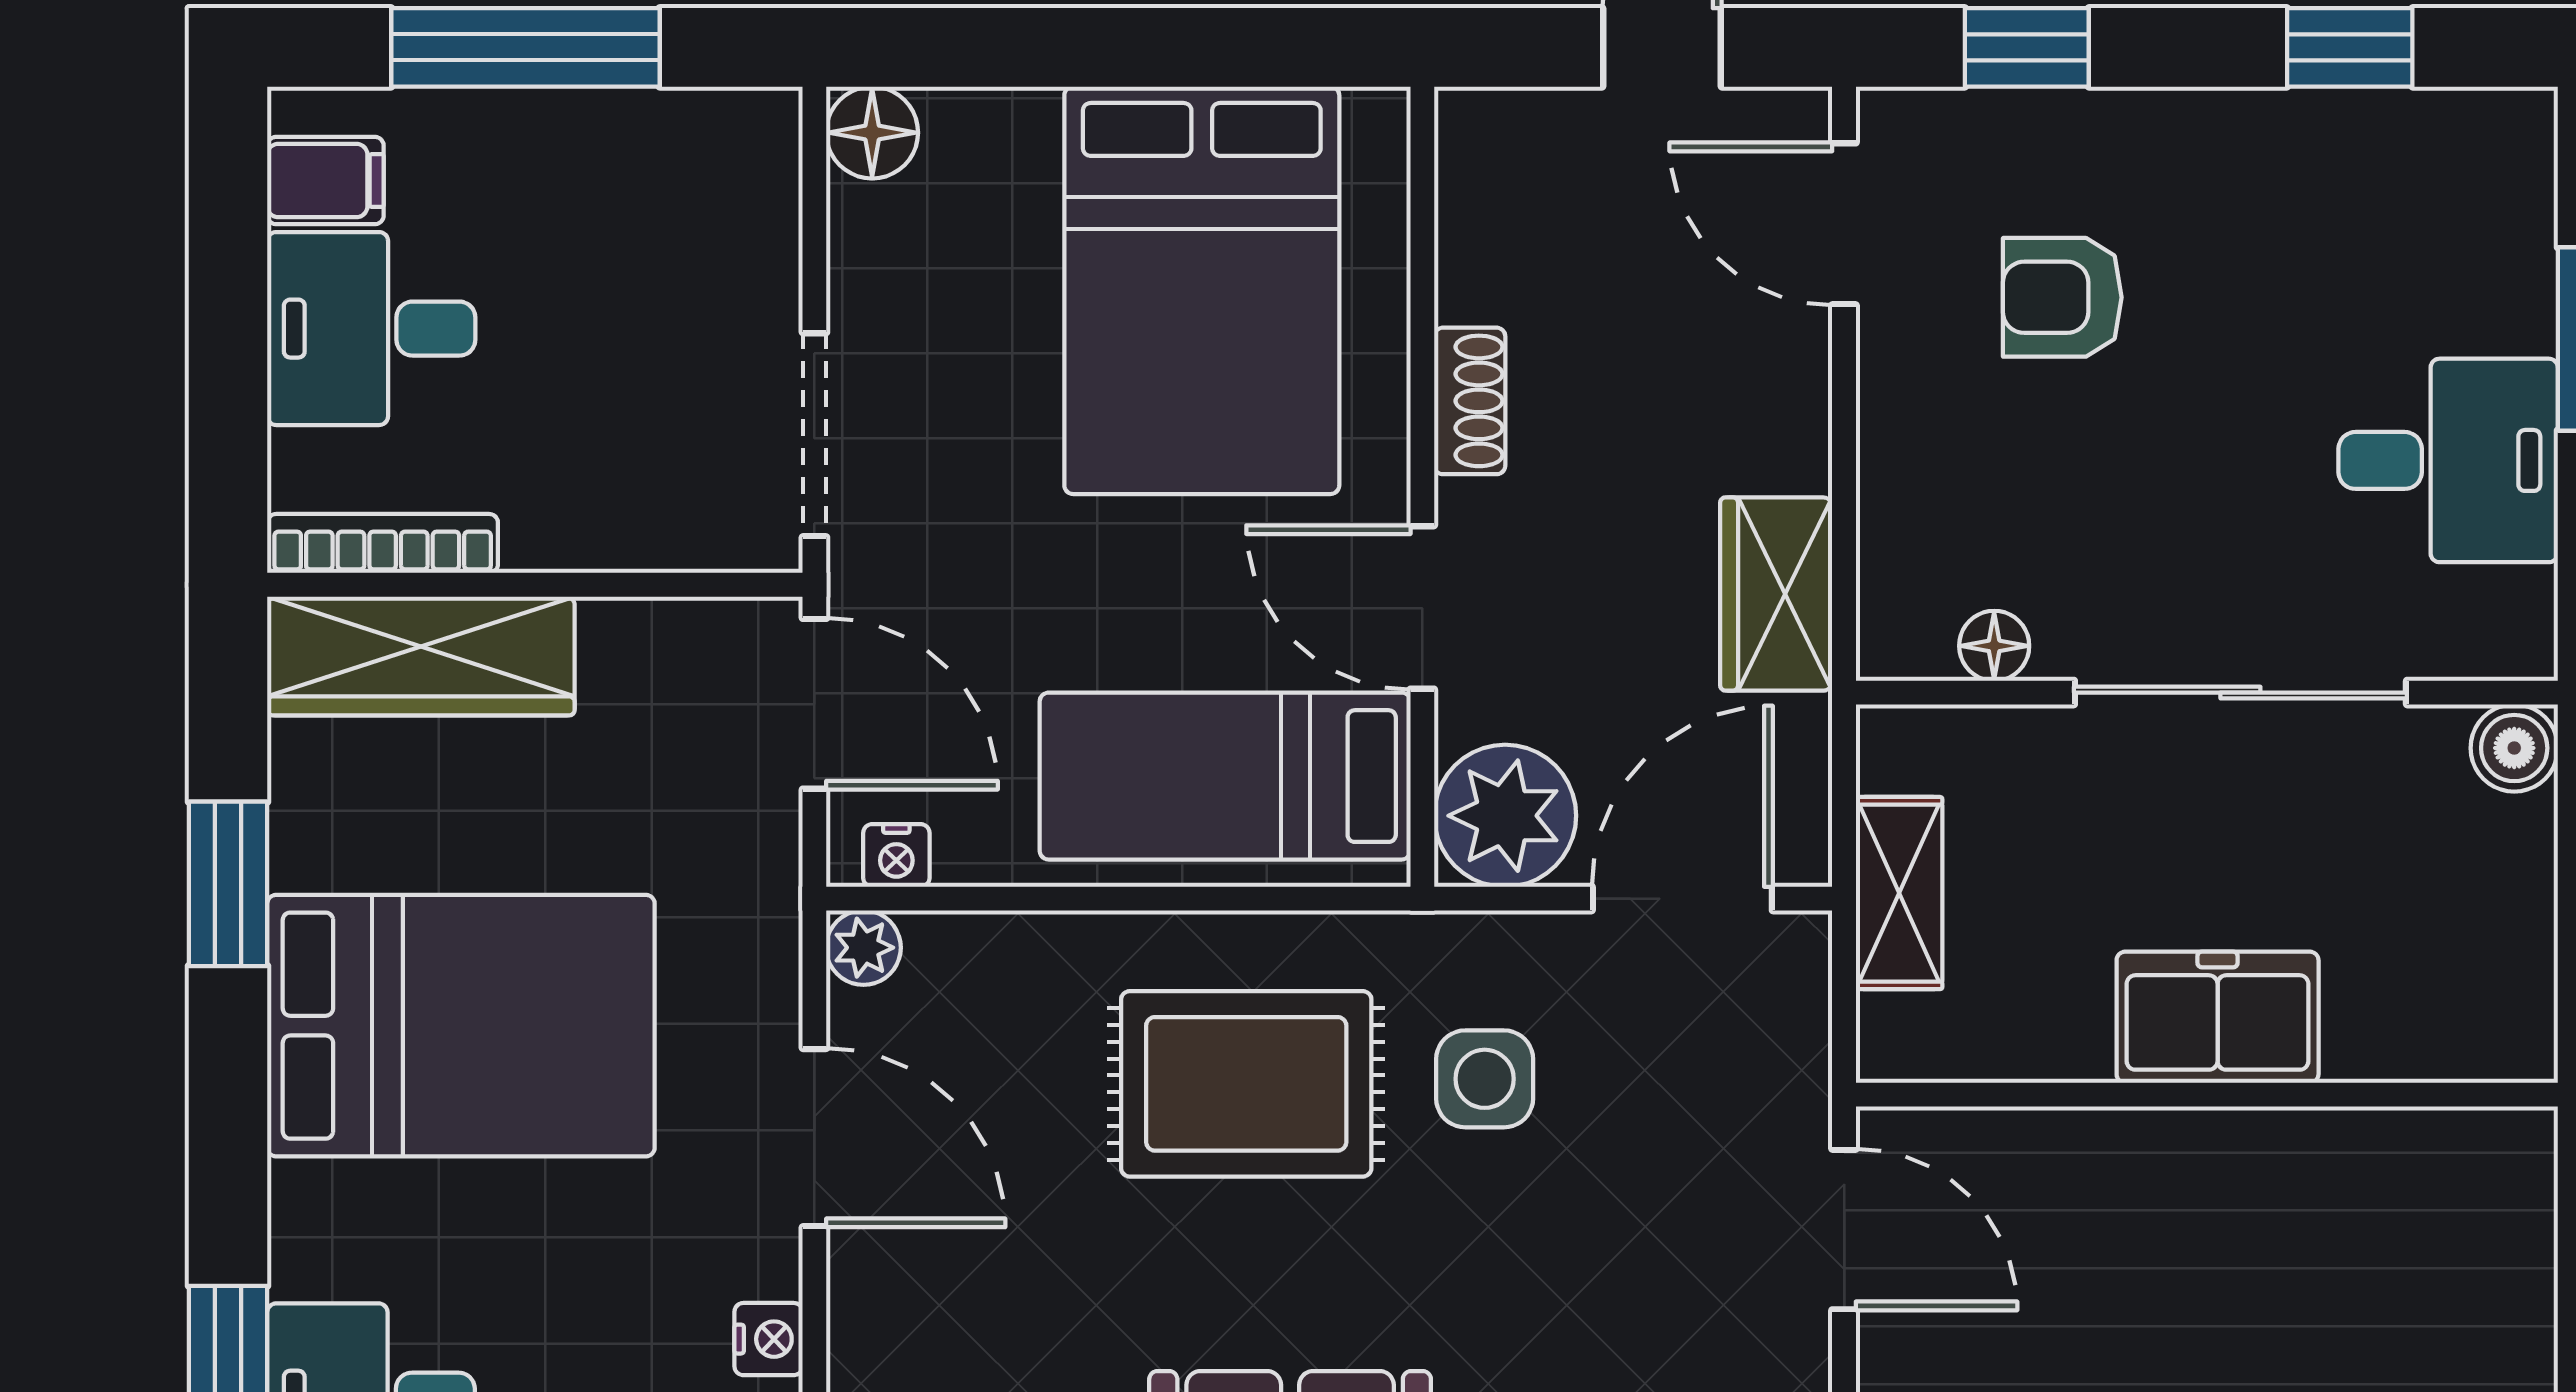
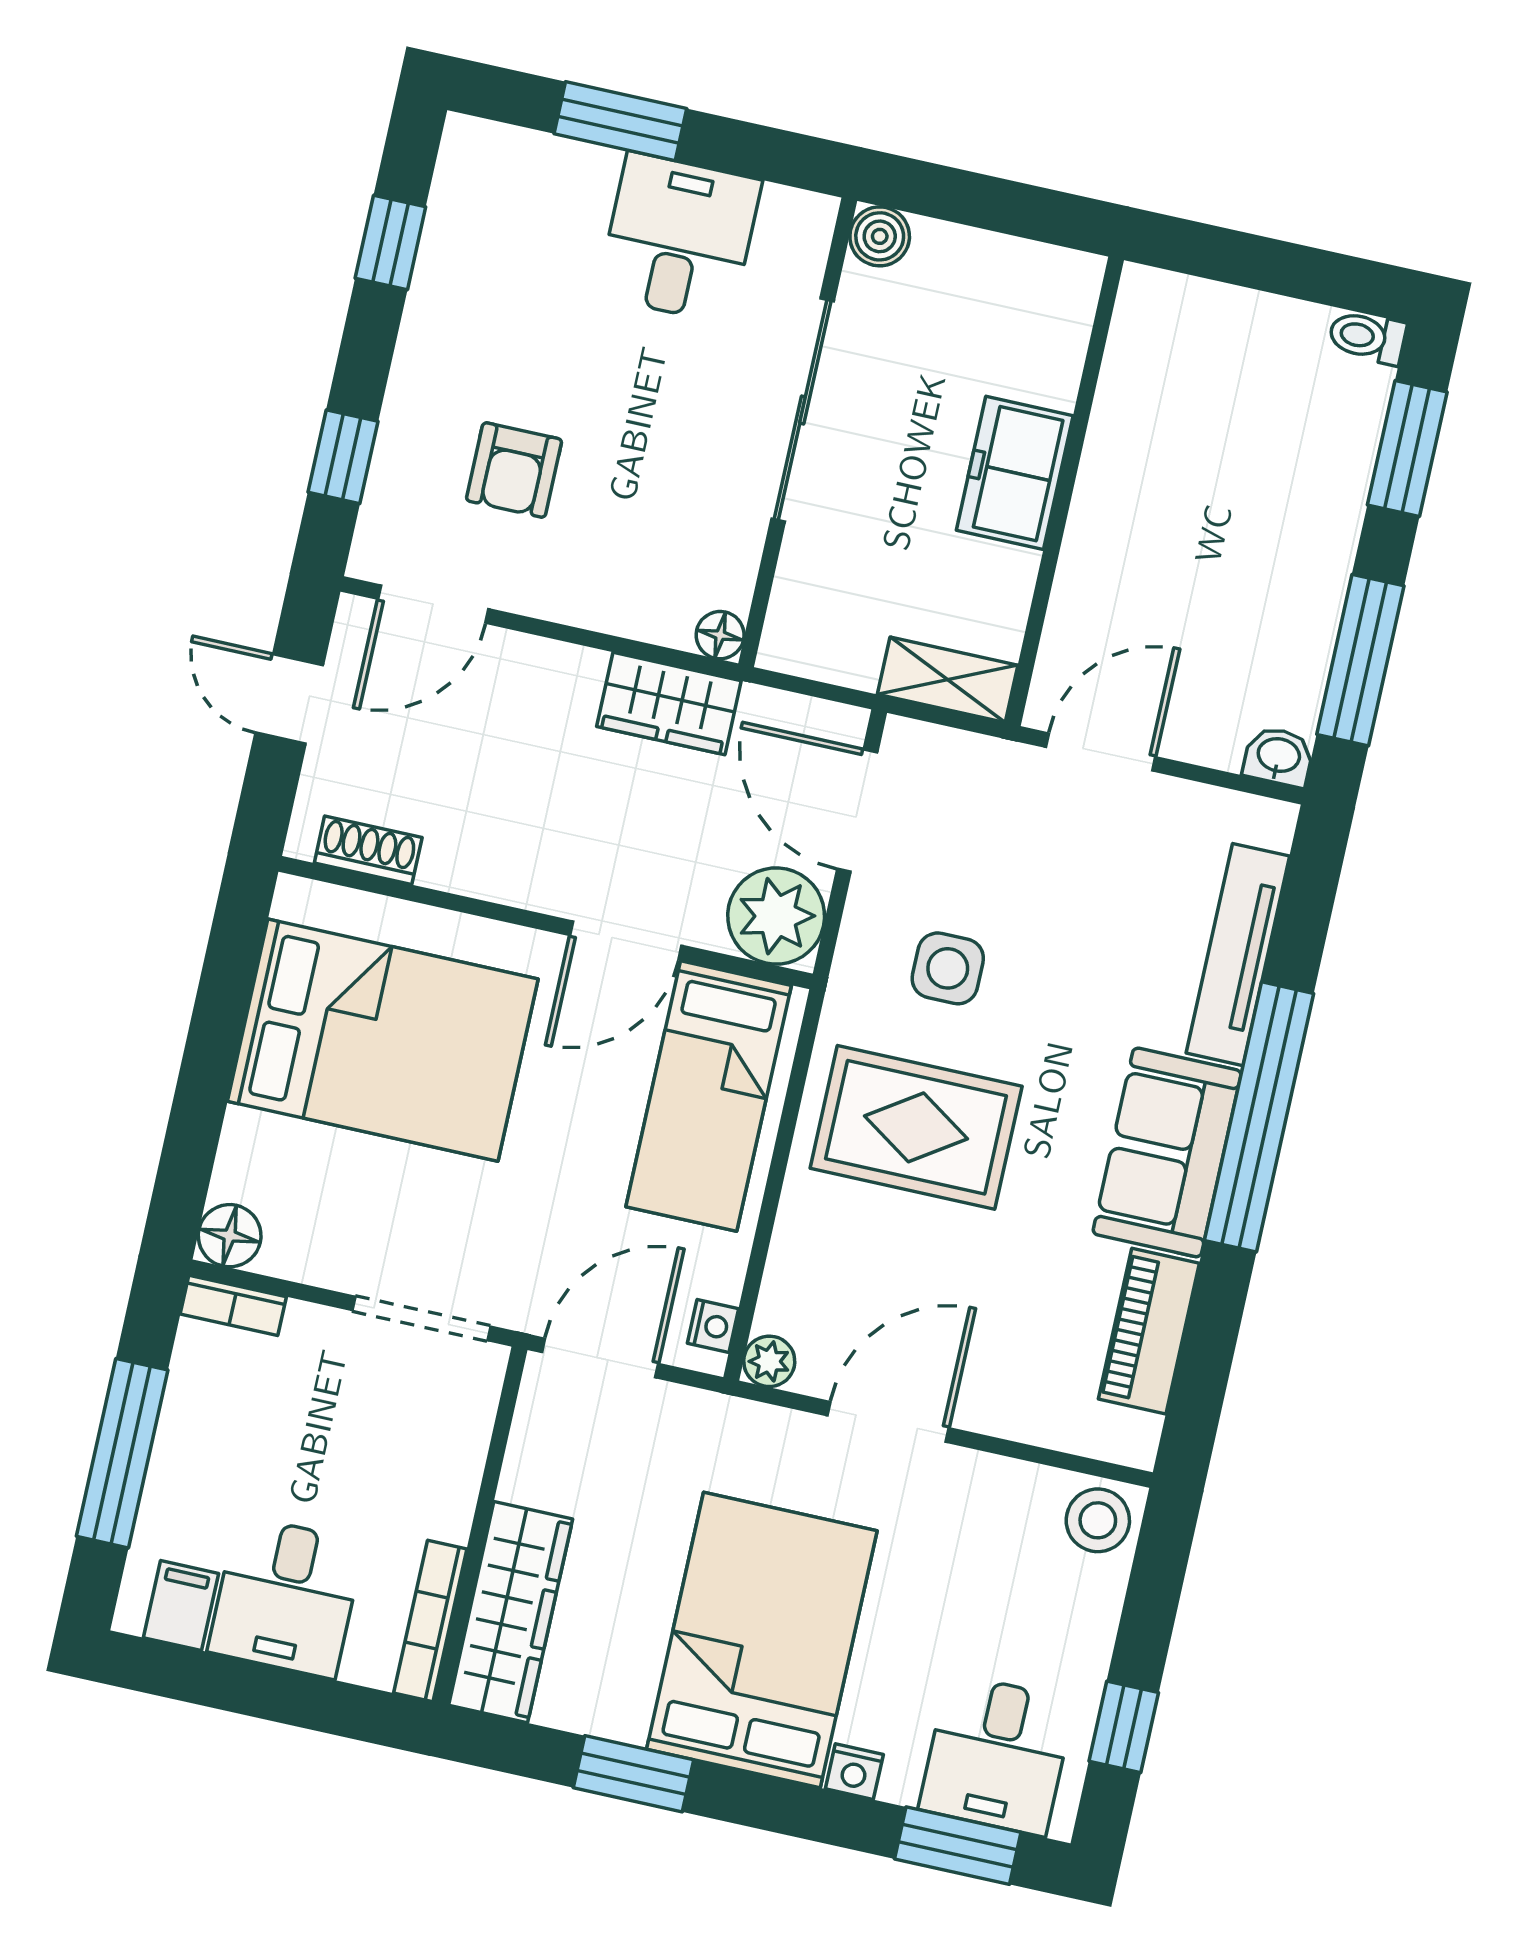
bookcase: (773, 160) -> (233, 1305), added
shoe rack: (1470, 401) -> (368, 850), moved
floor lamp: (1994, 646) -> (720, 635), moved
shelving: (1899, 893) -> (948, 680), moved
rug: (1246, 1084) -> (916, 1127), turned 90
nightstand: (769, 1339) -> (854, 1772), moved, turned 180

